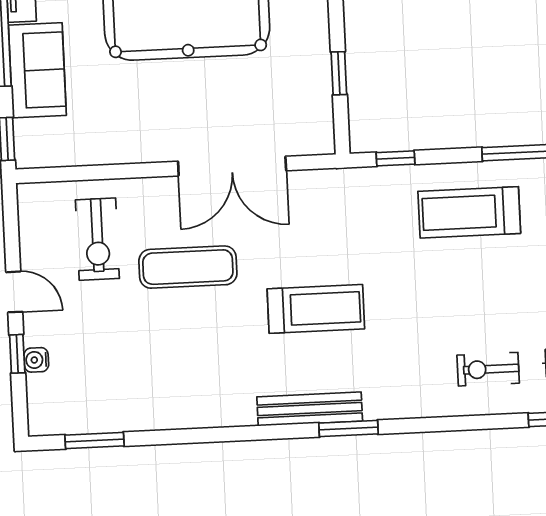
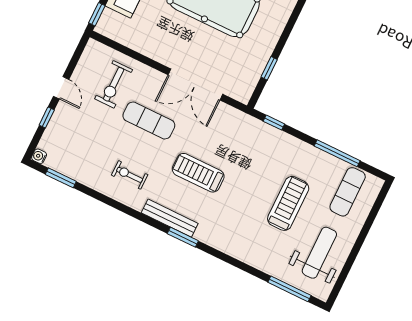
treadmill: (469, 212) -> (288, 203), moved, turned 90
treadmill: (316, 309) -> (198, 173), turned 180
water cooler: (36, 360) -> (39, 156), moved
exercise bike: (488, 369) -> (130, 175), moved

